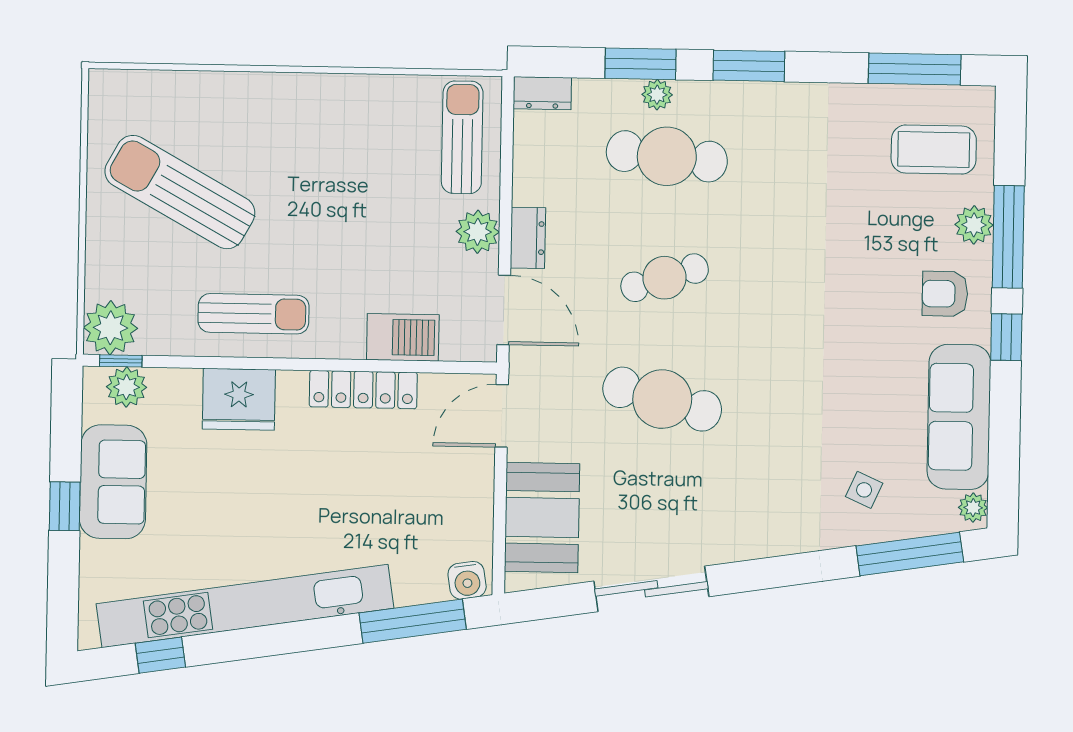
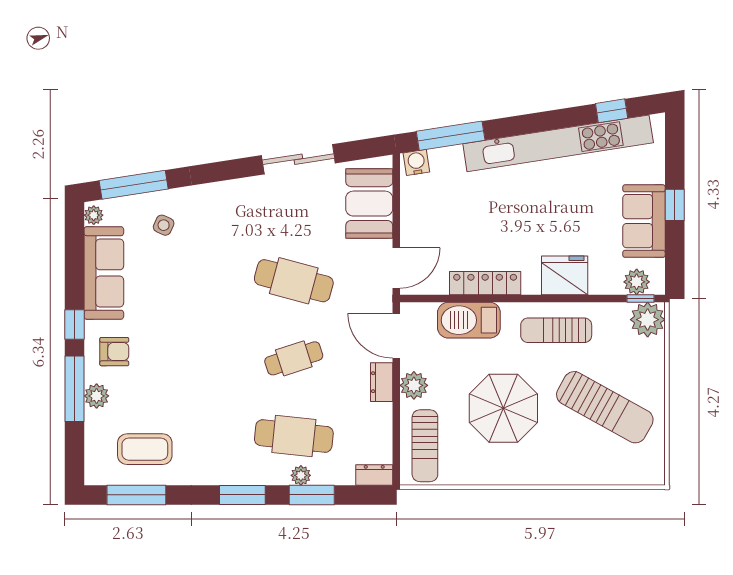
coffee table: (934, 150) -> (145, 449), moved
parasol: (339, 193) -> (503, 408), added
barbecue: (403, 337) -> (469, 320), width x1.37, depth x1.21

